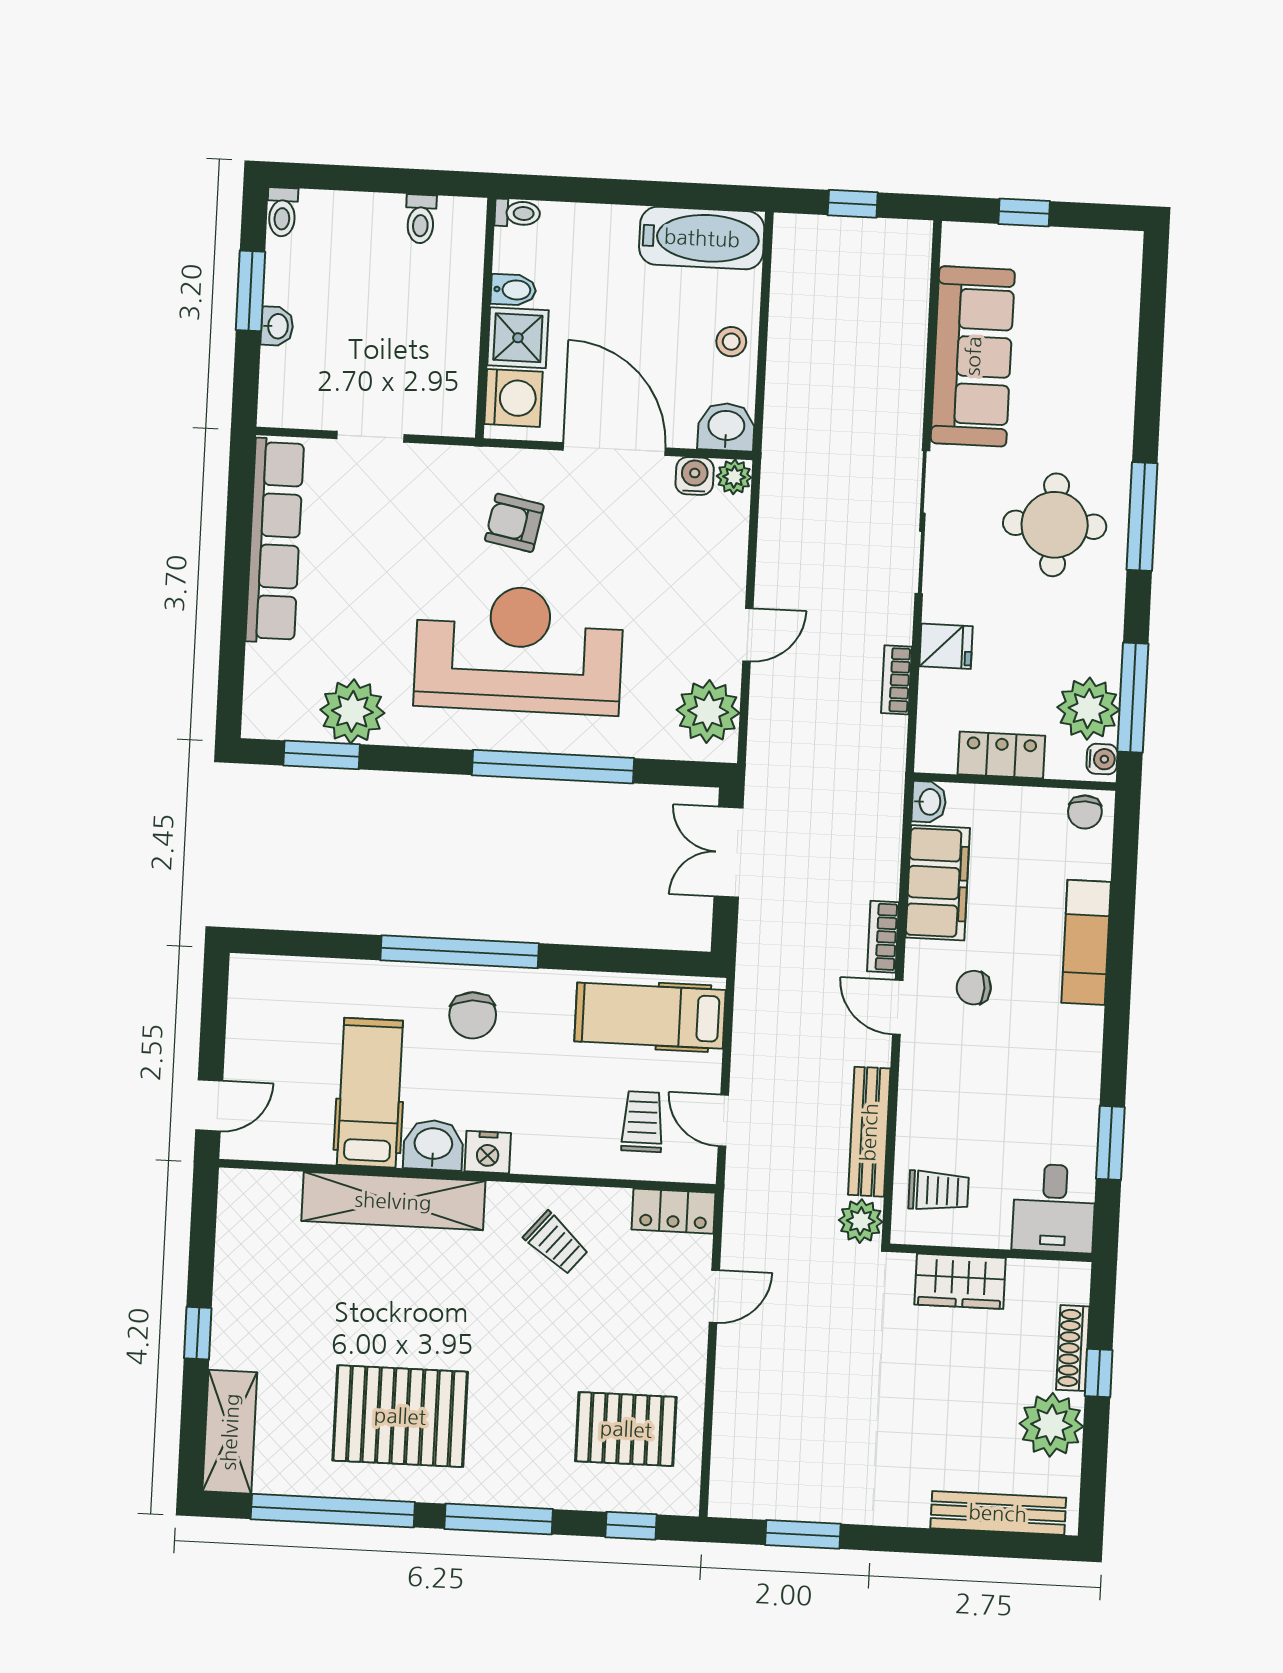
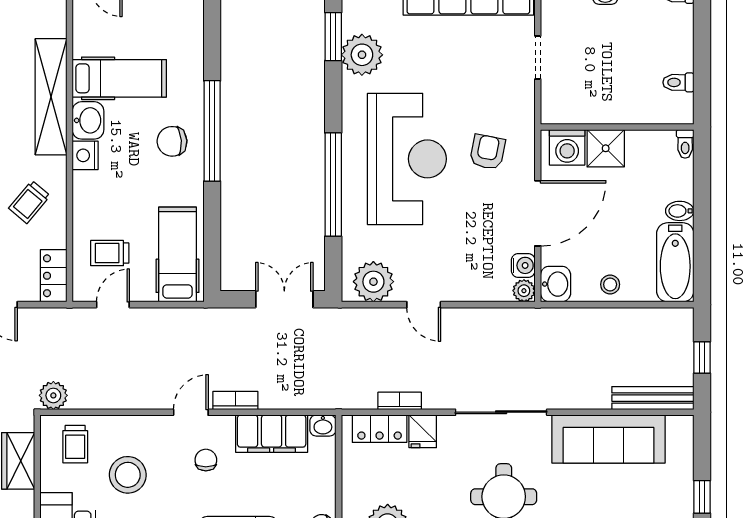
window: (1024, 212) -> (702, 497), moved
bidet: (513, 290) -> (680, 211), moved, turned 90
locker: (1001, 755) -> (380, 429), moved, turned 90
stool: (991, 1111) -> (128, 475), added
trolley: (642, 1122) -> (110, 253), turned 180
bench: (869, 1132) -> (653, 398), moved

